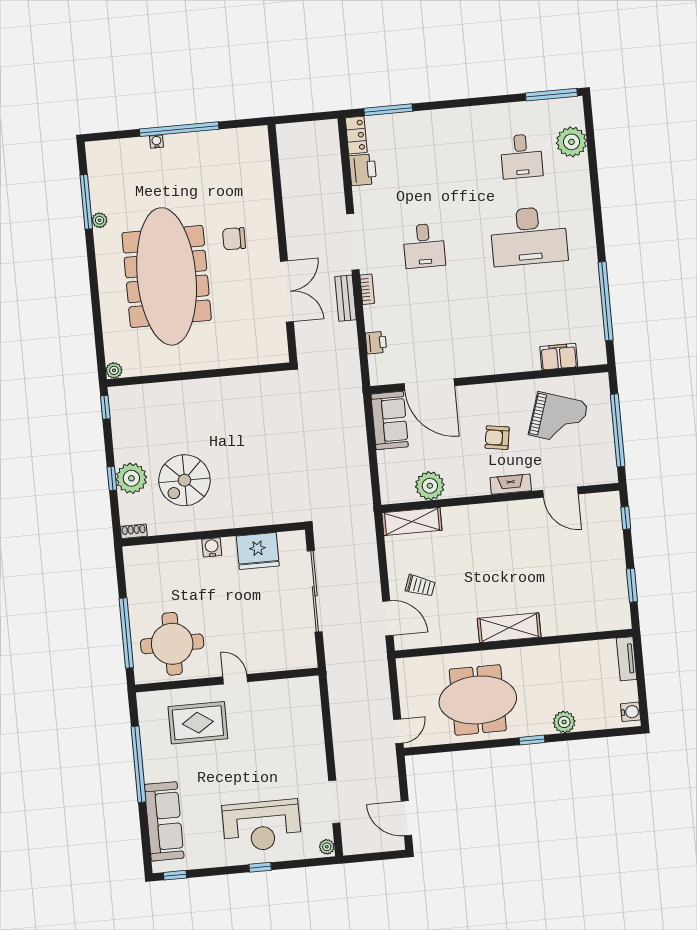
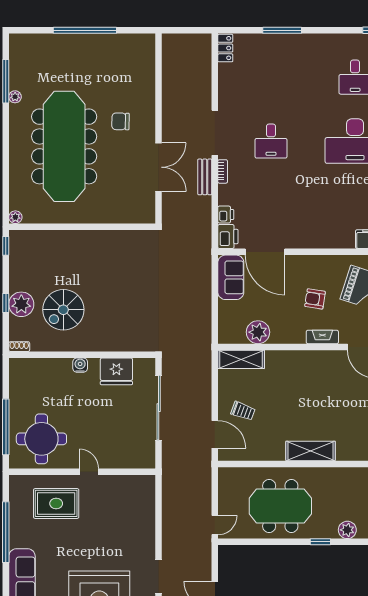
window: (388, 110) -> (282, 30), moved
water cooler: (157, 142) -> (66, 38), removed
printer: (363, 170) -> (228, 237), moved

